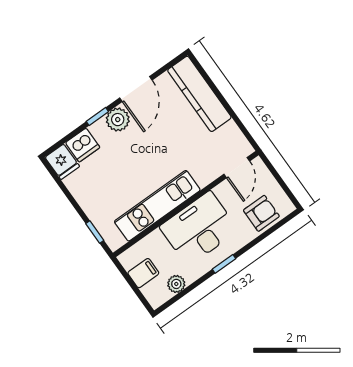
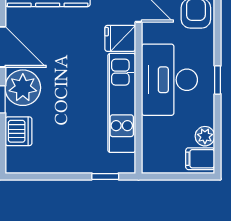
plant: (118, 120) -> (23, 88), width x1.36, depth x1.36
fridge: (62, 162) -> (120, 38), moved, turned 180
filing cabinet: (143, 273) -> (200, 159), moved, turned -90

